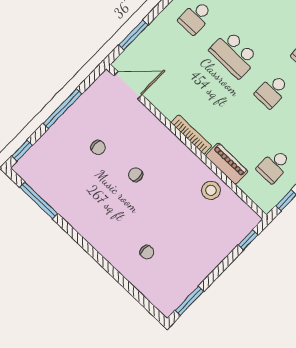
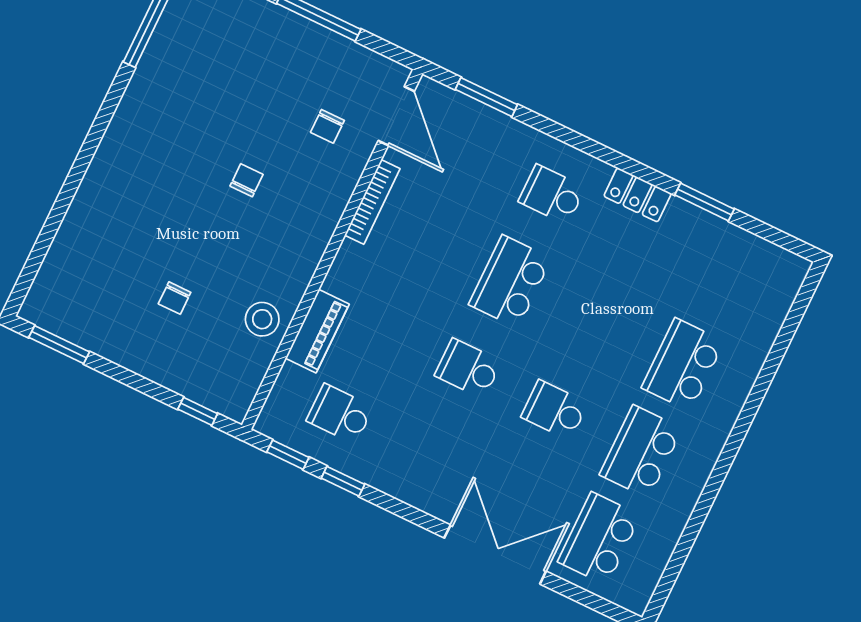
bookcase: (191, 134) -> (372, 202), moved
chair: (98, 147) -> (327, 126), moved
chair: (147, 252) -> (175, 298), moved

